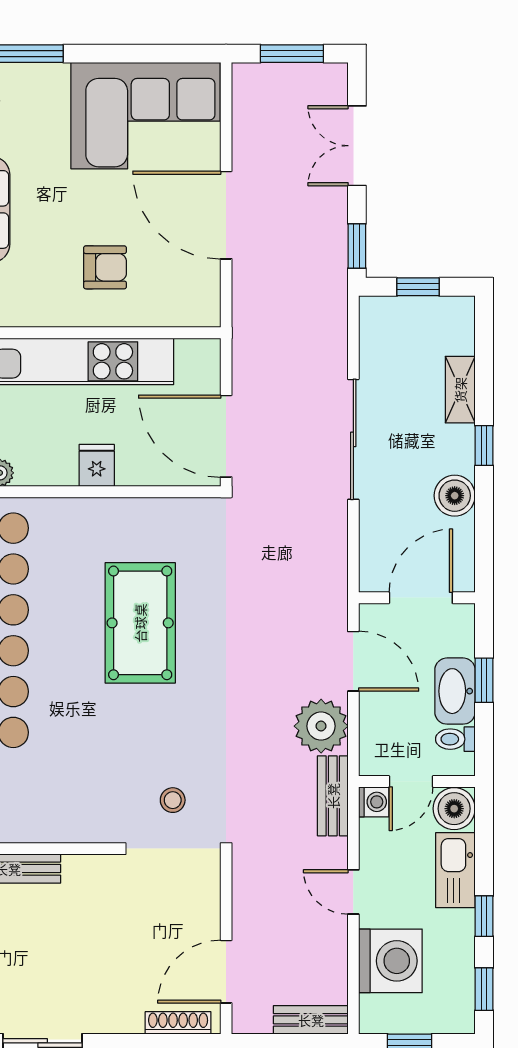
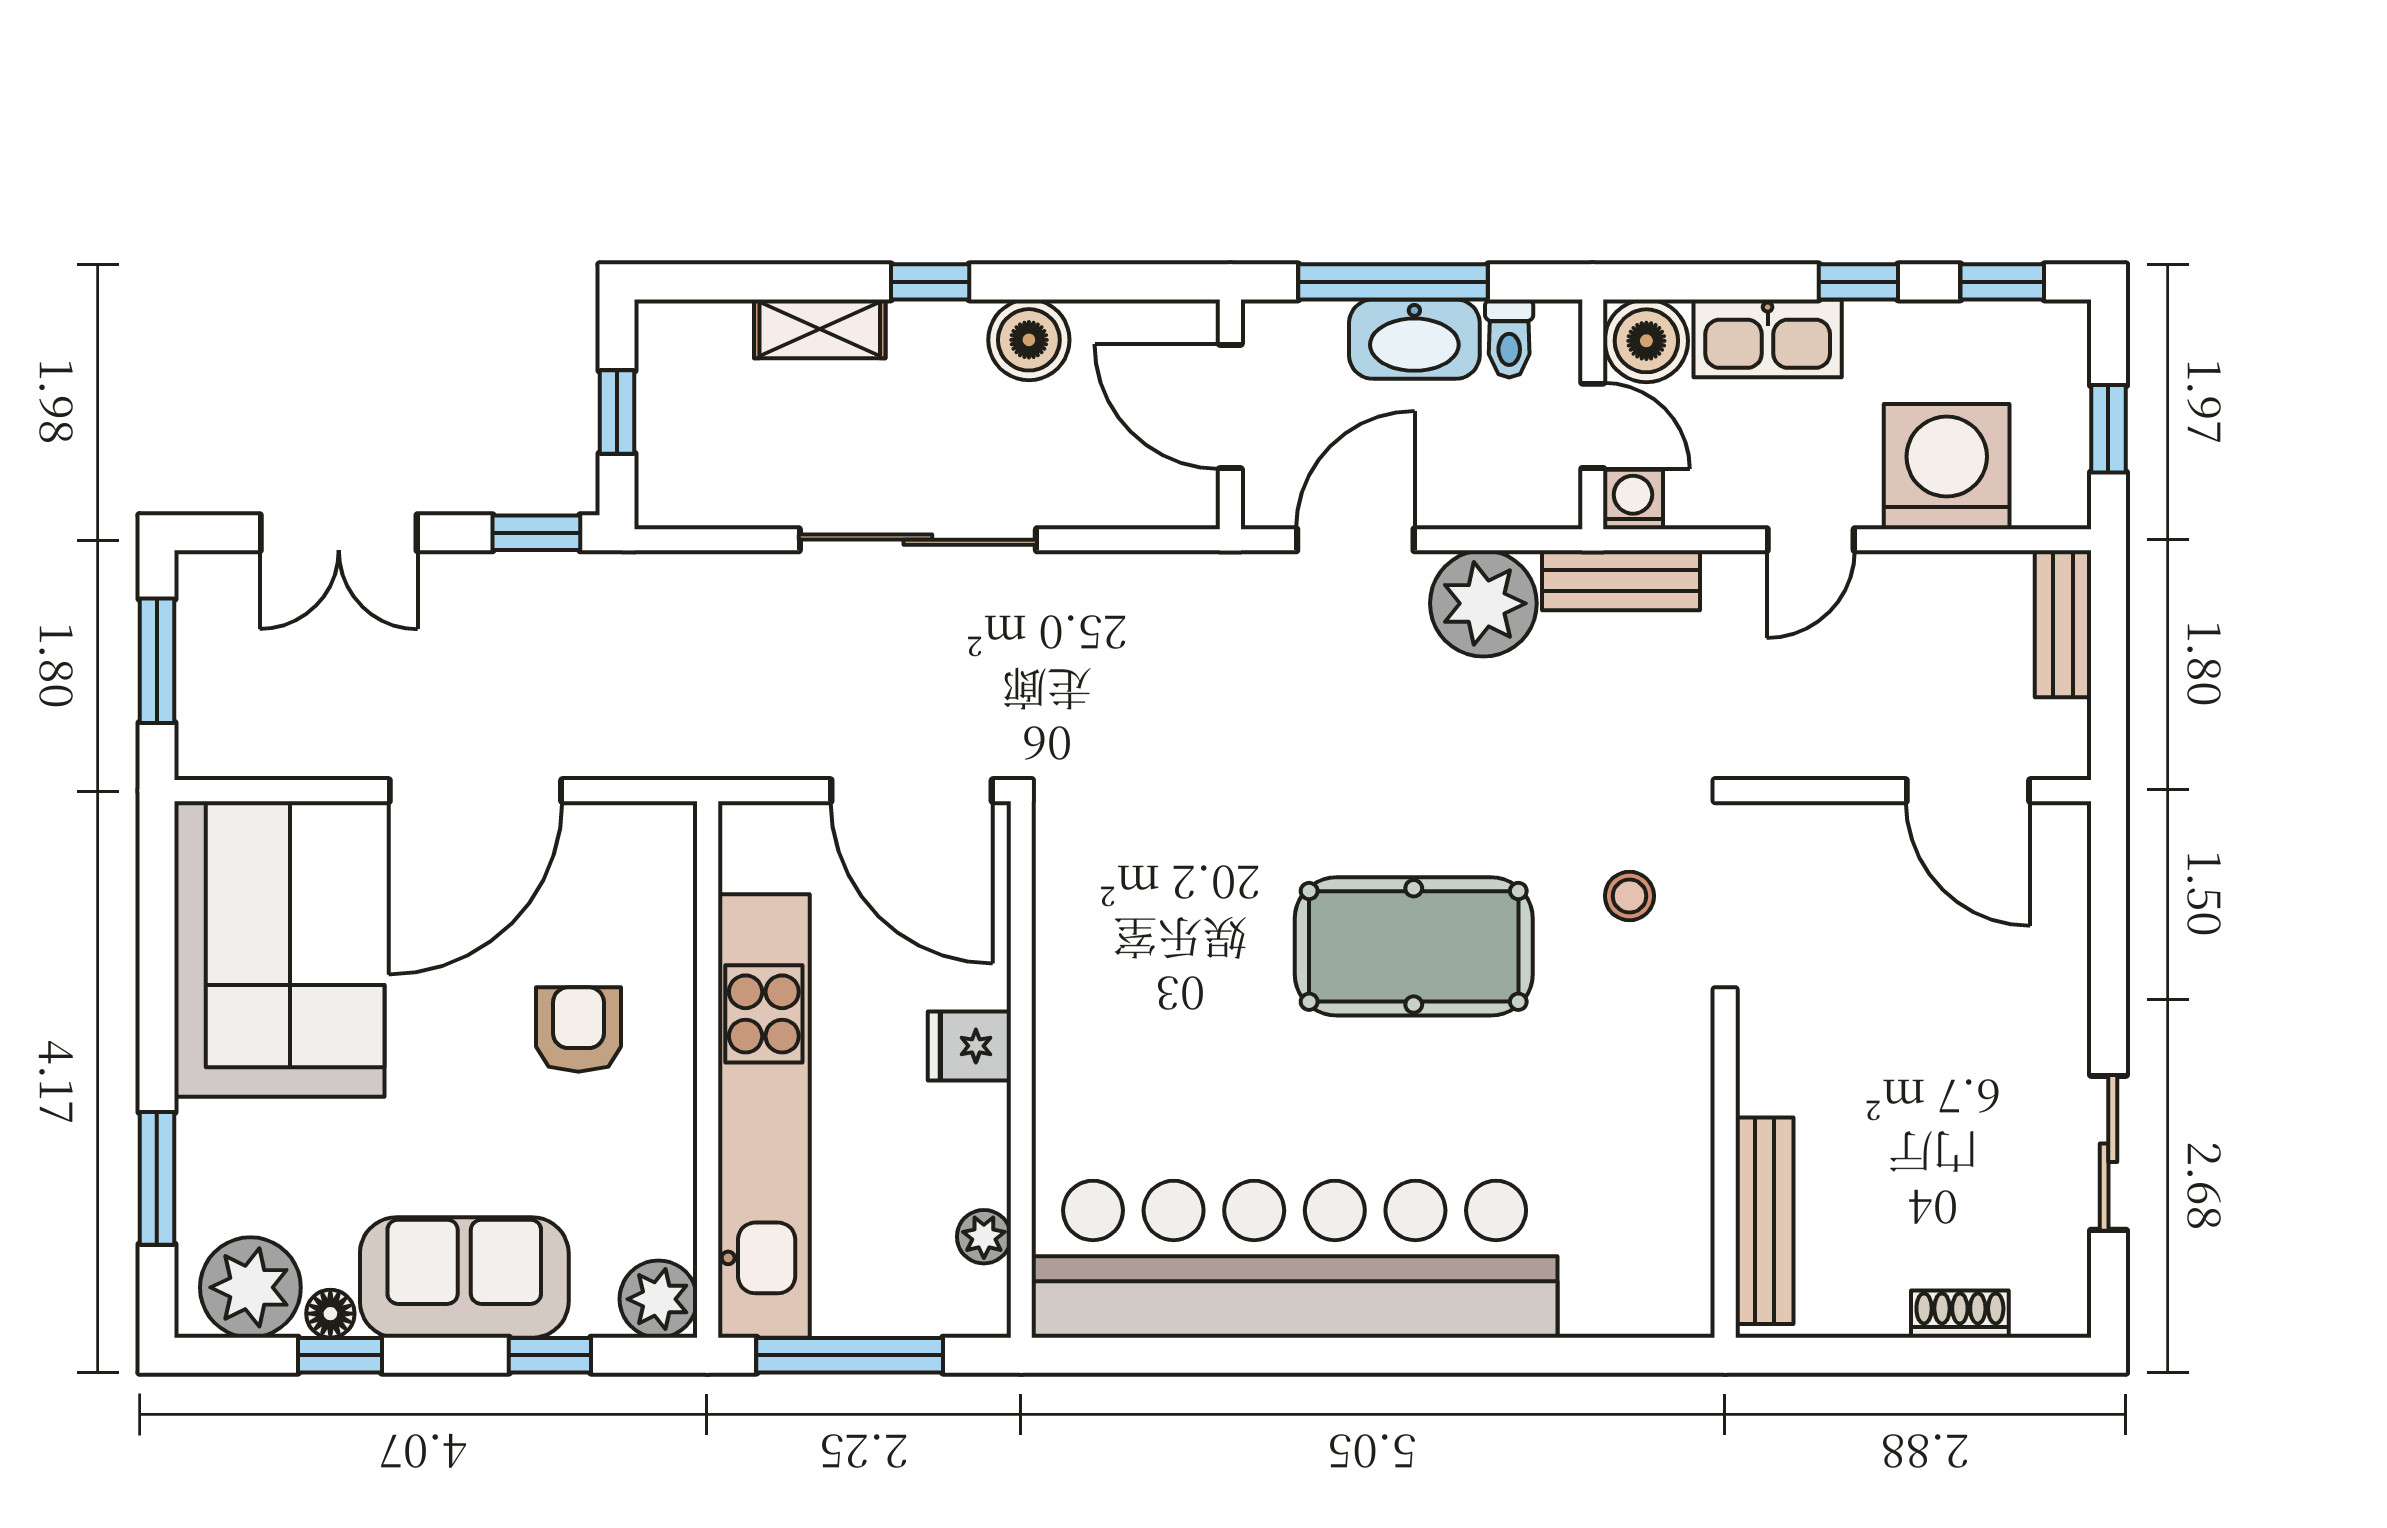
door: (226, 436) -> (912, 791), hinge flipped
pool table: (140, 623) -> (1414, 946), moved
window: (484, 680) -> (1393, 282), width x2.17
shoe rack: (178, 1023) -> (2069, 885), removed

